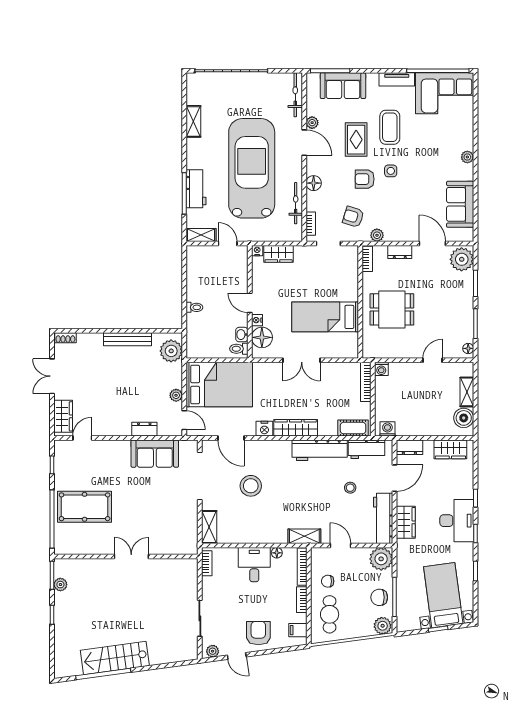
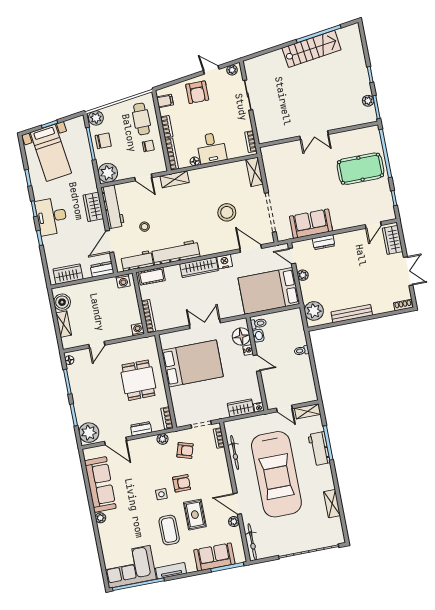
floor lamp: (314, 183) -> (223, 472), removed
sofa: (460, 204) -> (100, 485), width x1.36
dining table: (392, 309) -> (138, 380), turned 90
bed: (325, 317) -> (192, 363), width x1.50

